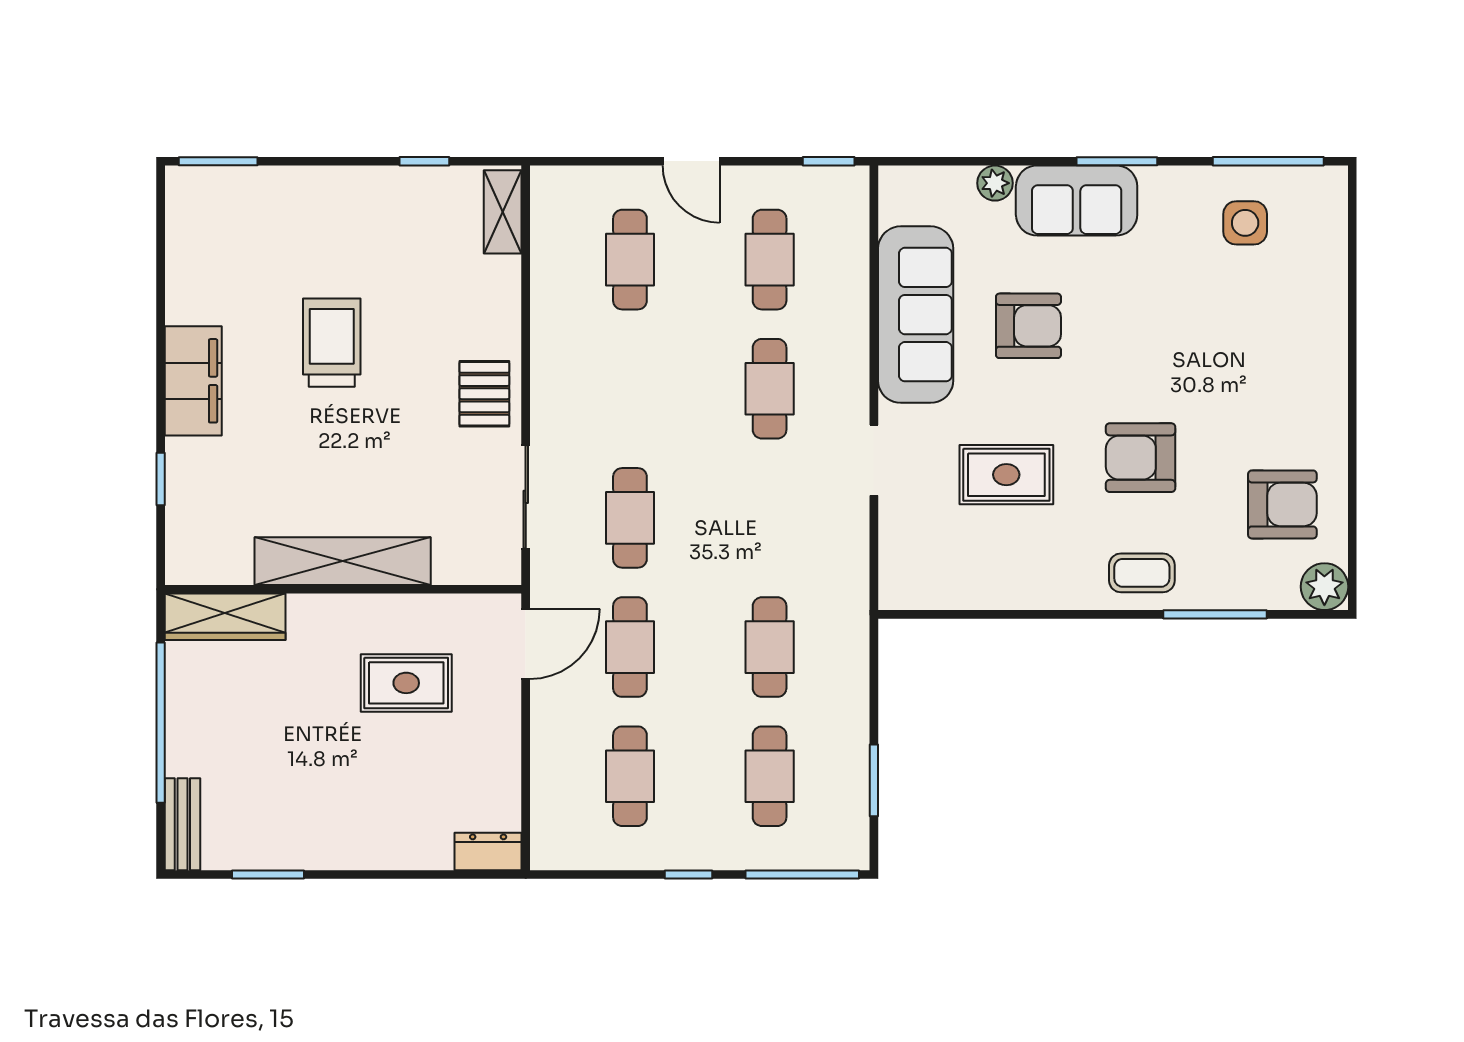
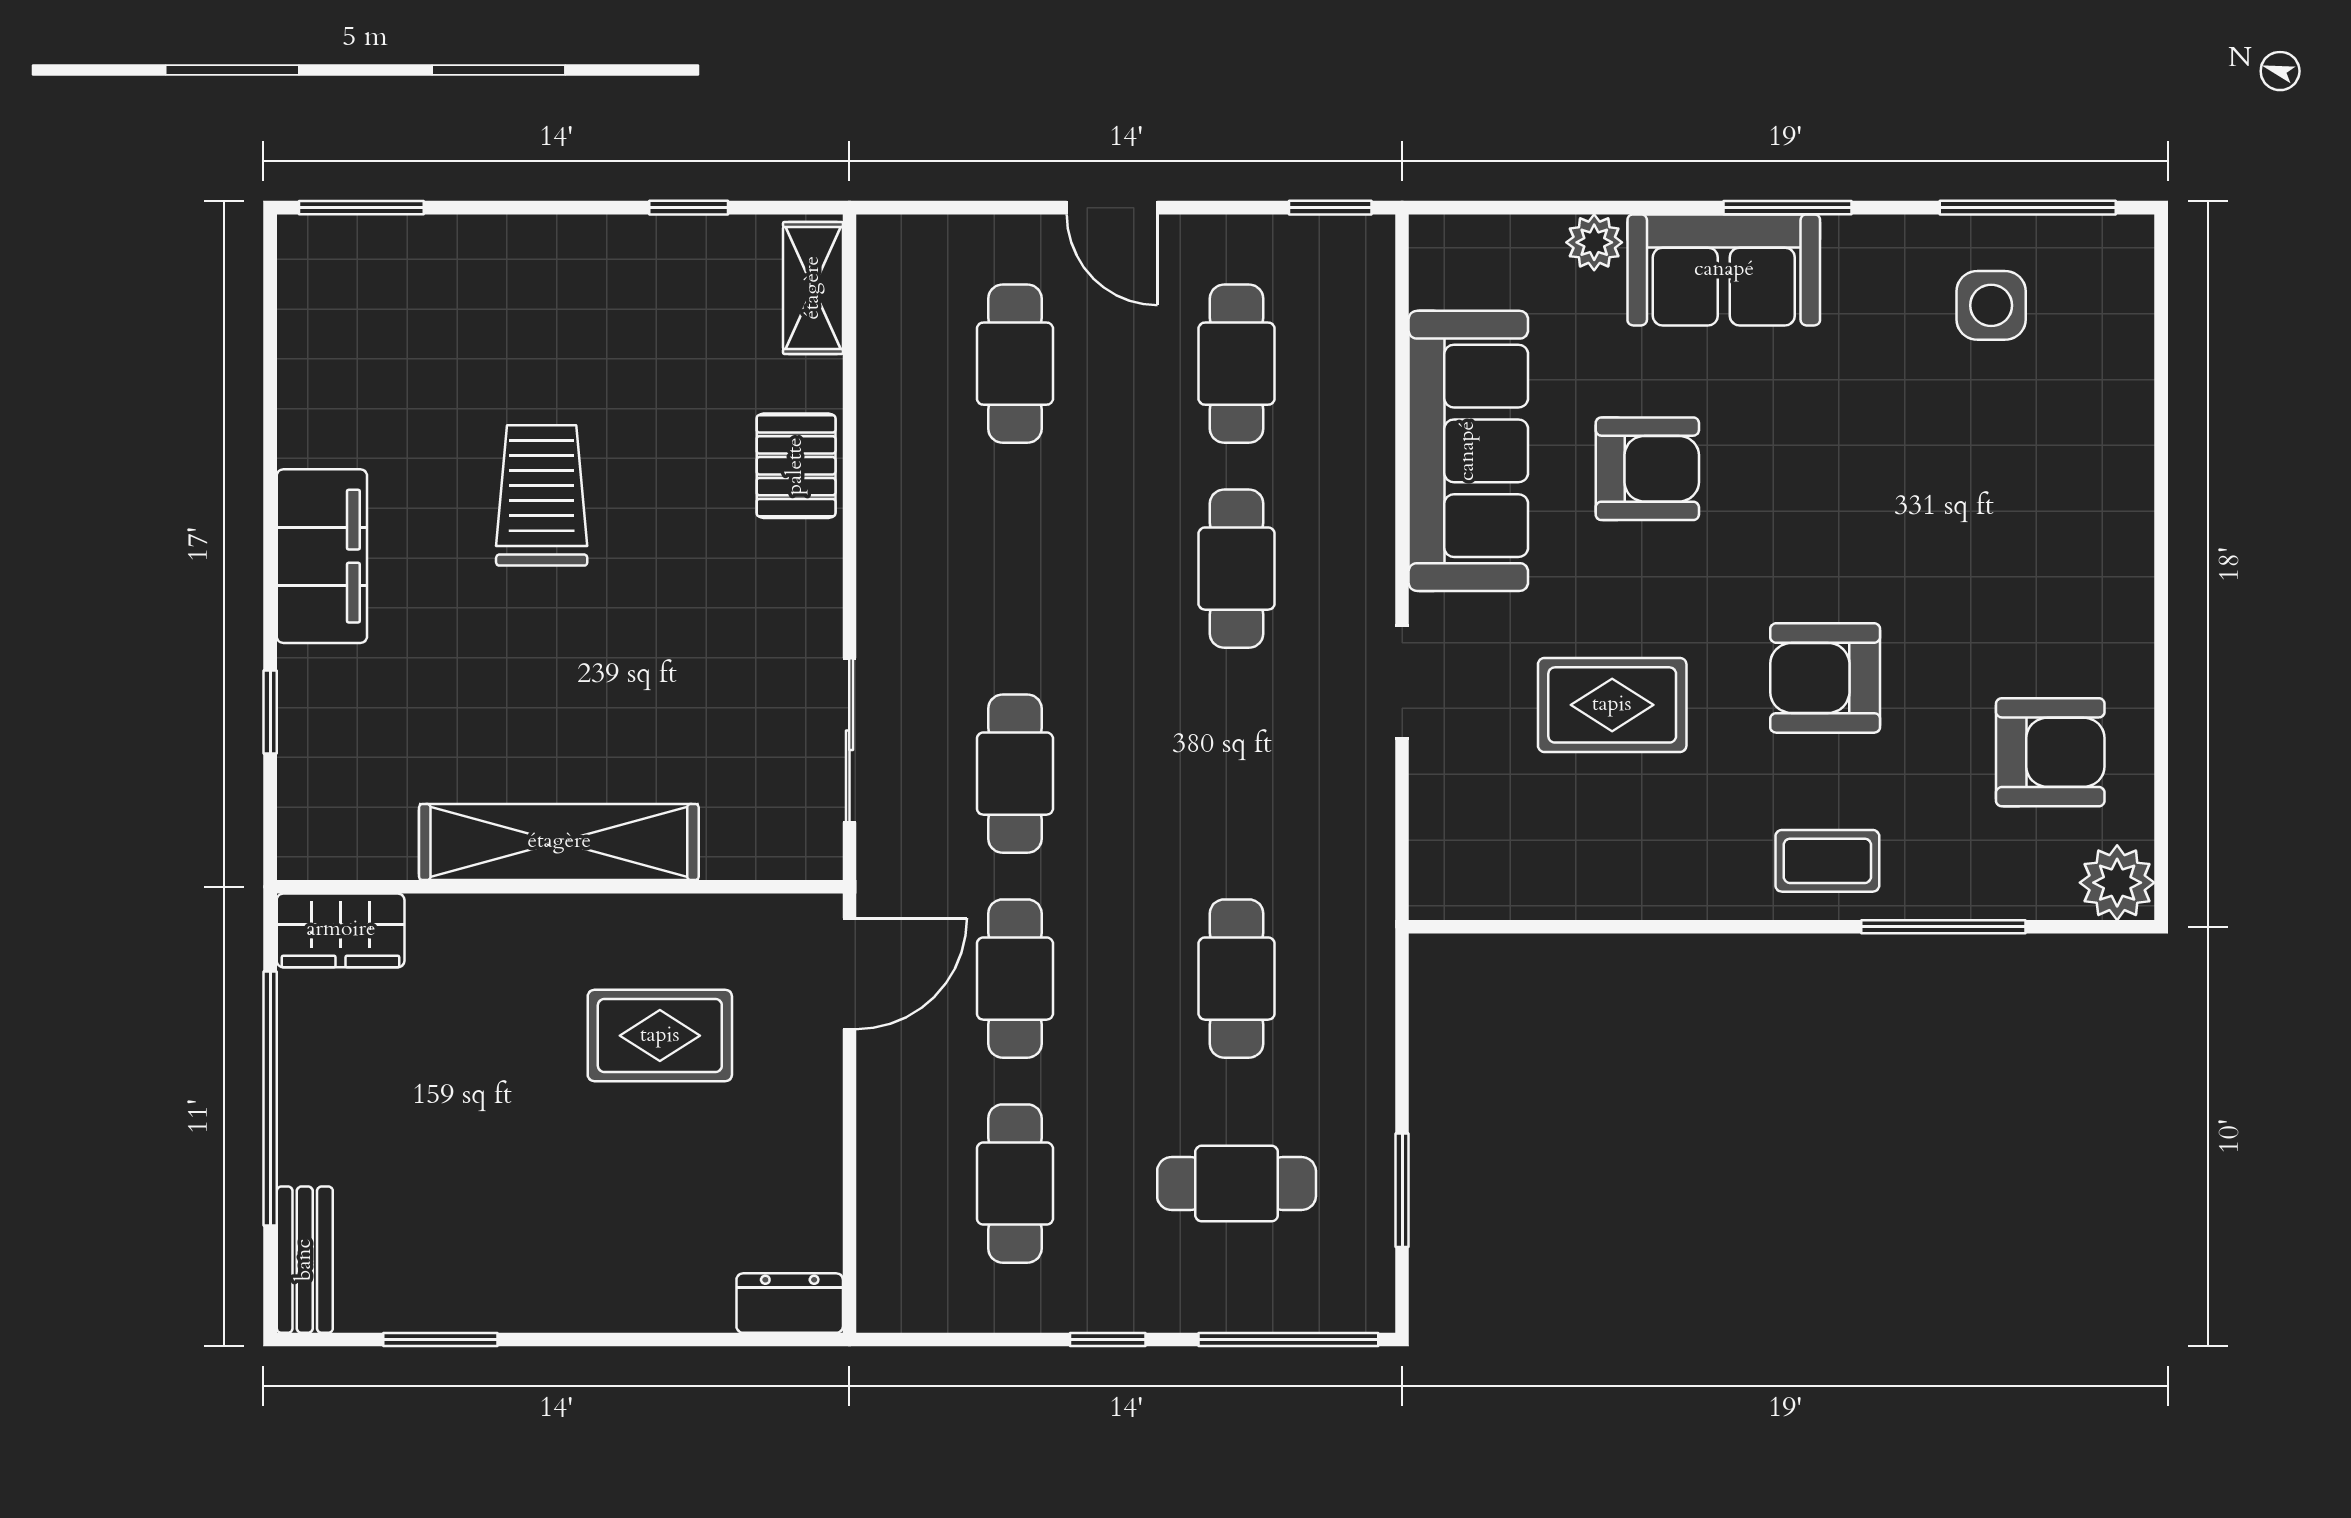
pallet: (484, 394) -> (796, 466), moved
wardrobe: (225, 617) -> (341, 930), width x0.67
cafe table: (770, 776) -> (1237, 1184), turned 90

